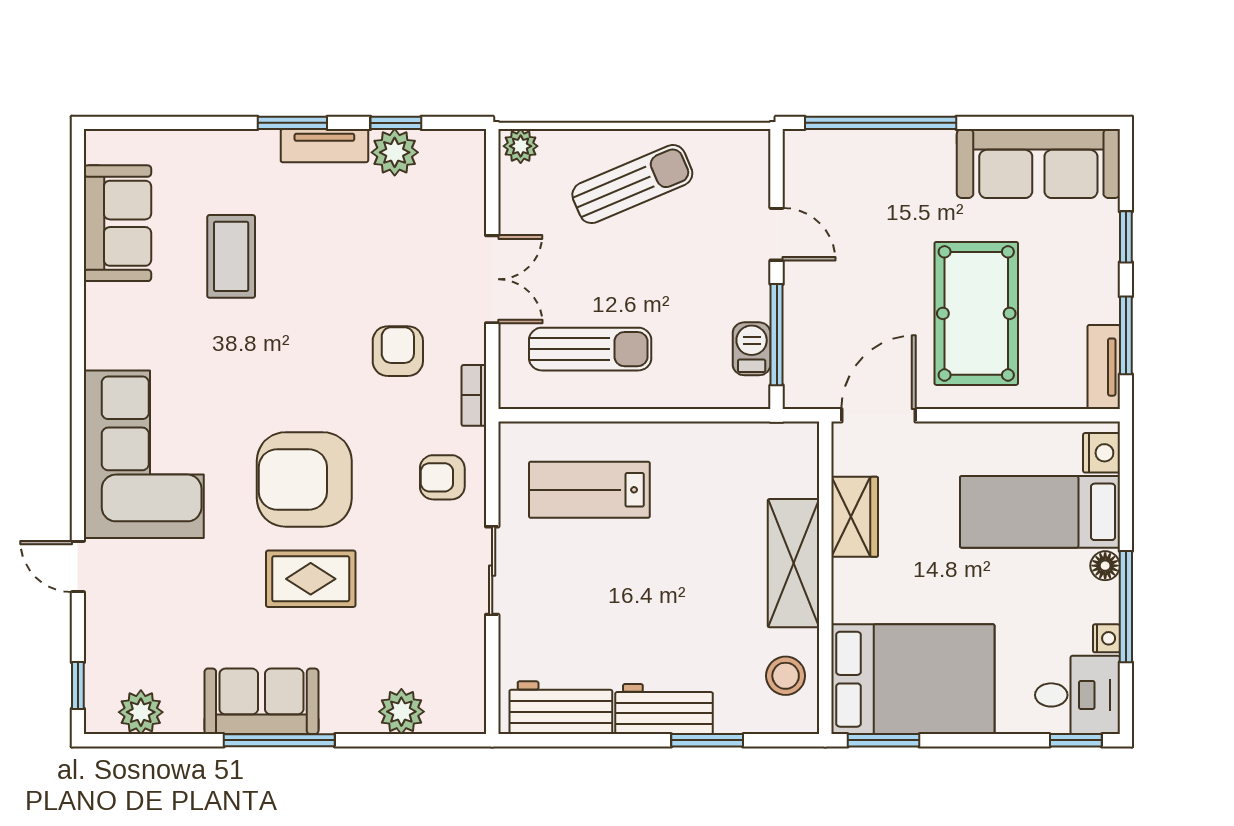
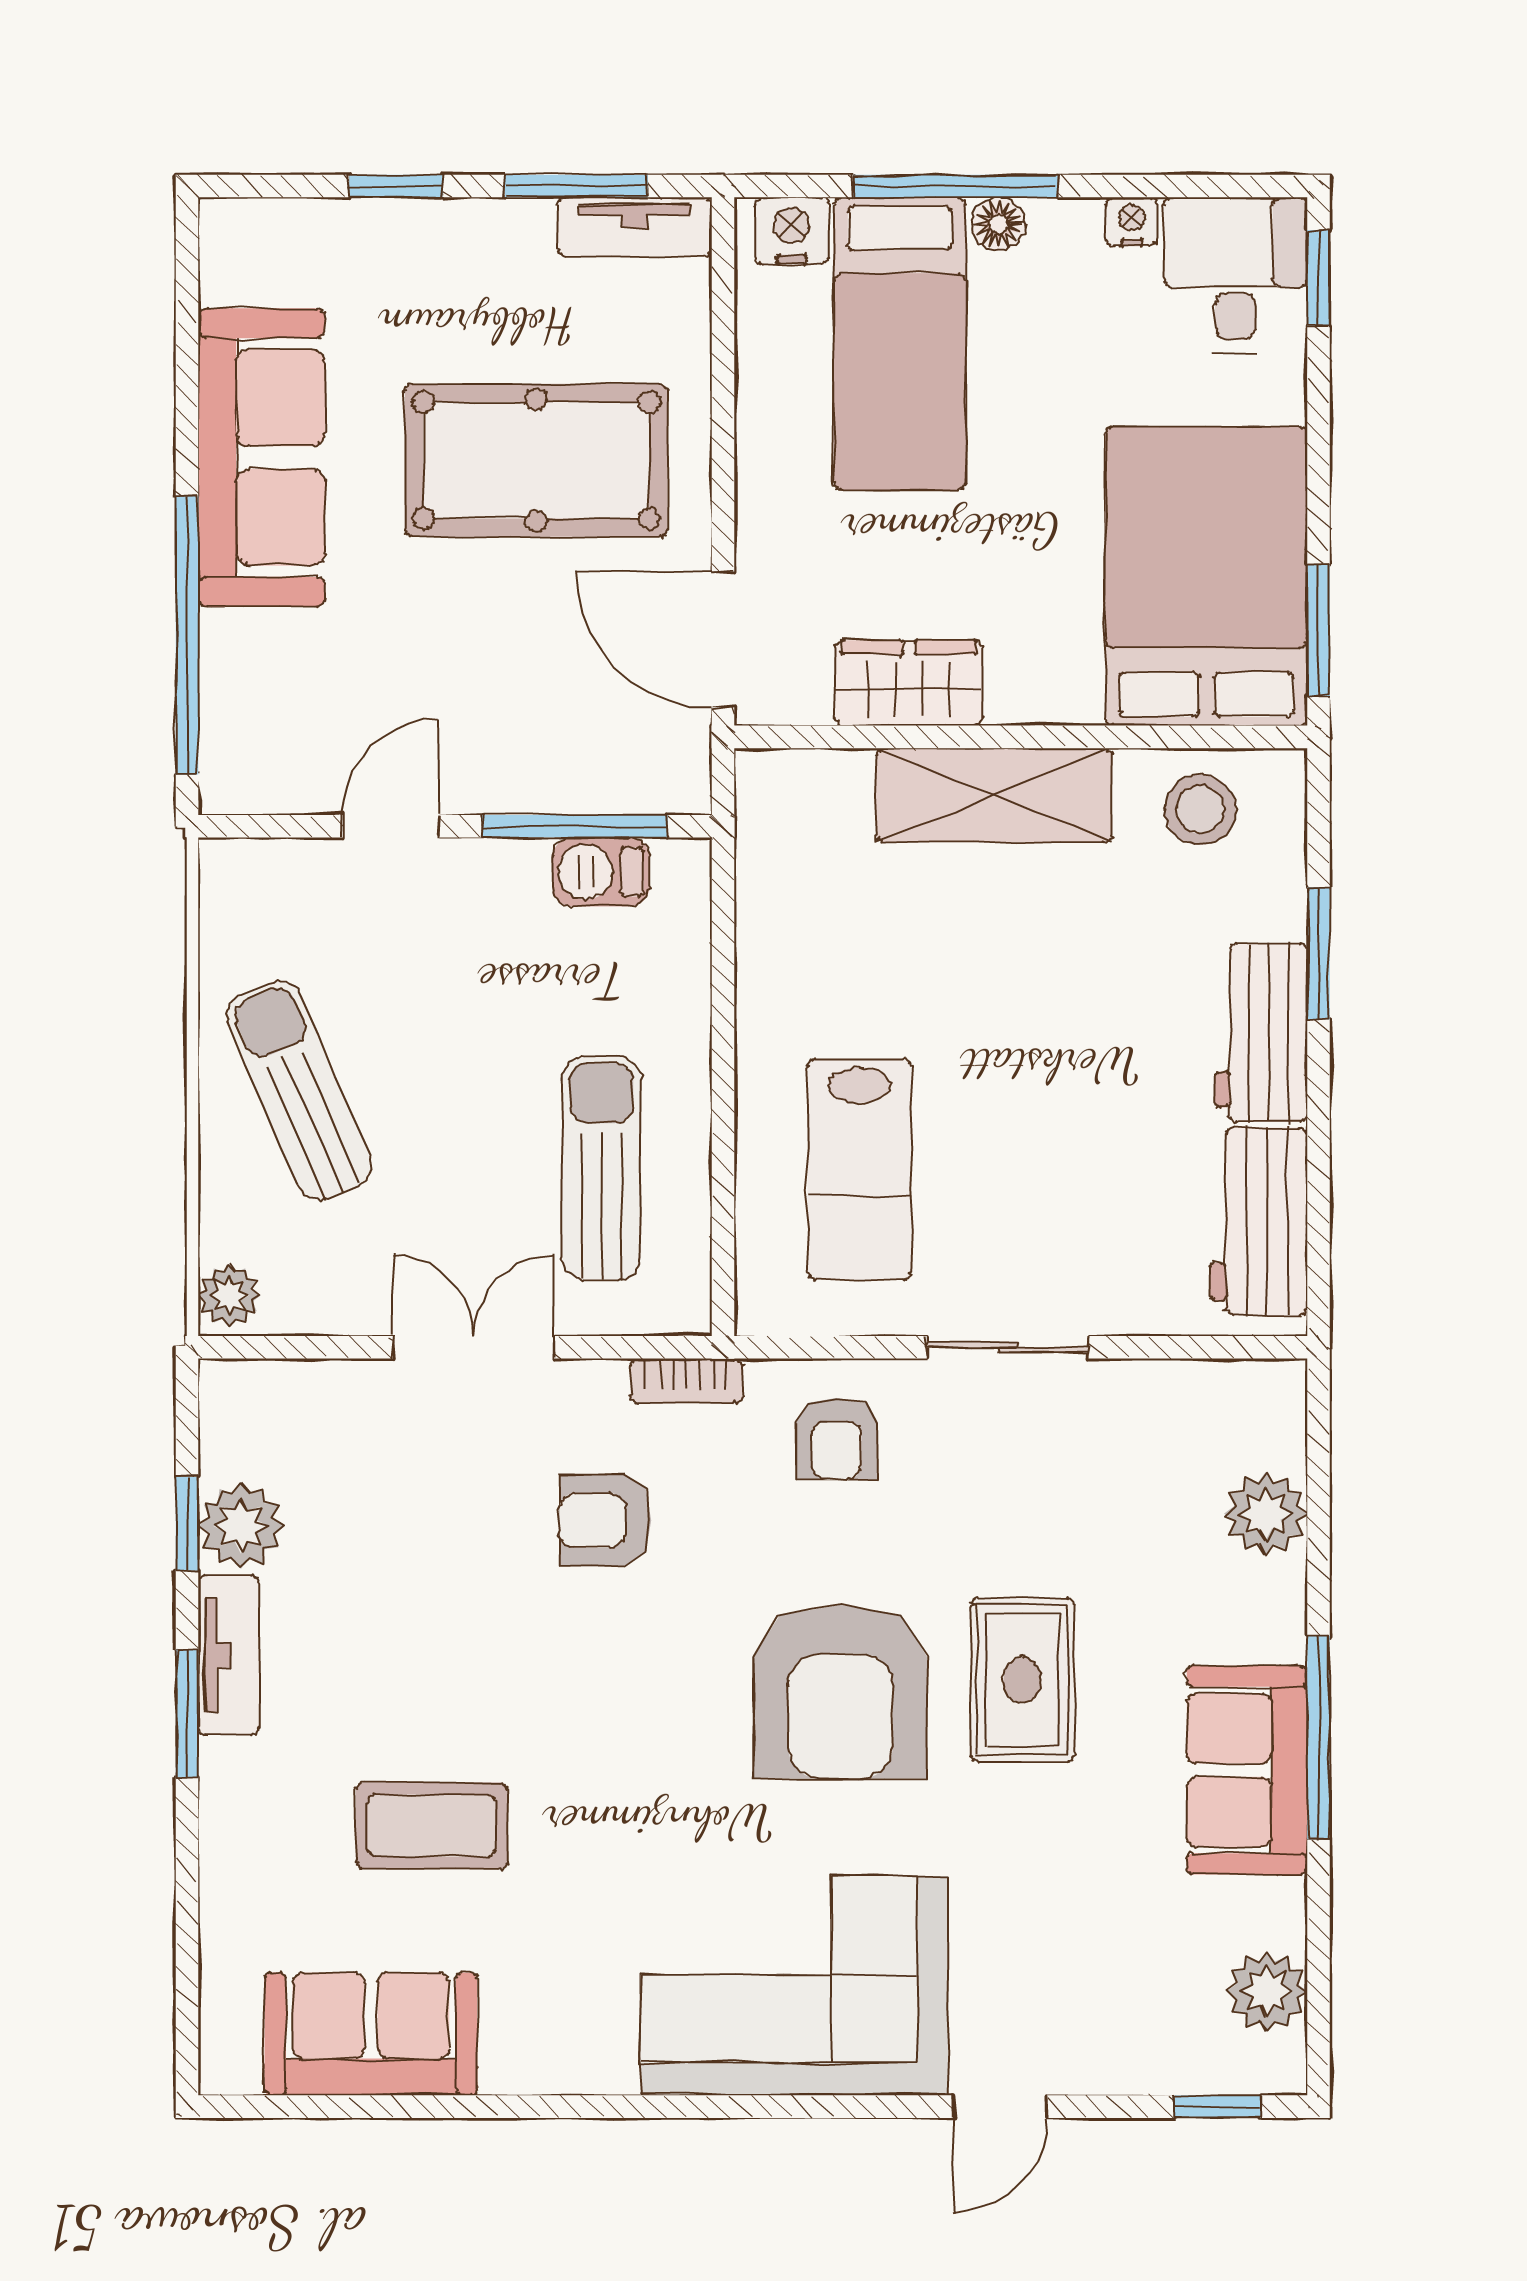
sofa: (1038, 164) -> (262, 458), moved
window: (1126, 607) -> (955, 186), moved

